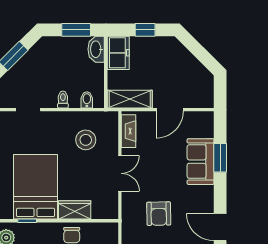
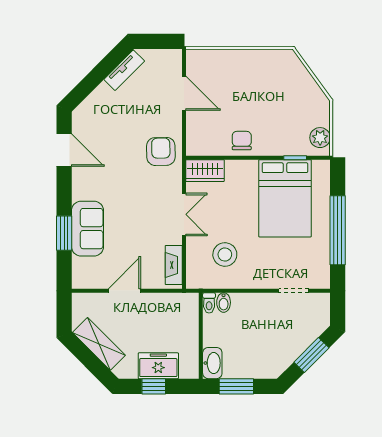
freezer: (118, 53) -> (158, 366), moved, turned 90
shelving: (130, 99) -> (99, 344), moved, turned 45
toilet: (63, 100) -> (209, 303), moved
double door: (120, 173) -> (184, 214), swing flipped
wardrobe: (75, 210) -> (205, 171), moved
armchair: (159, 214) -> (161, 151), moved

